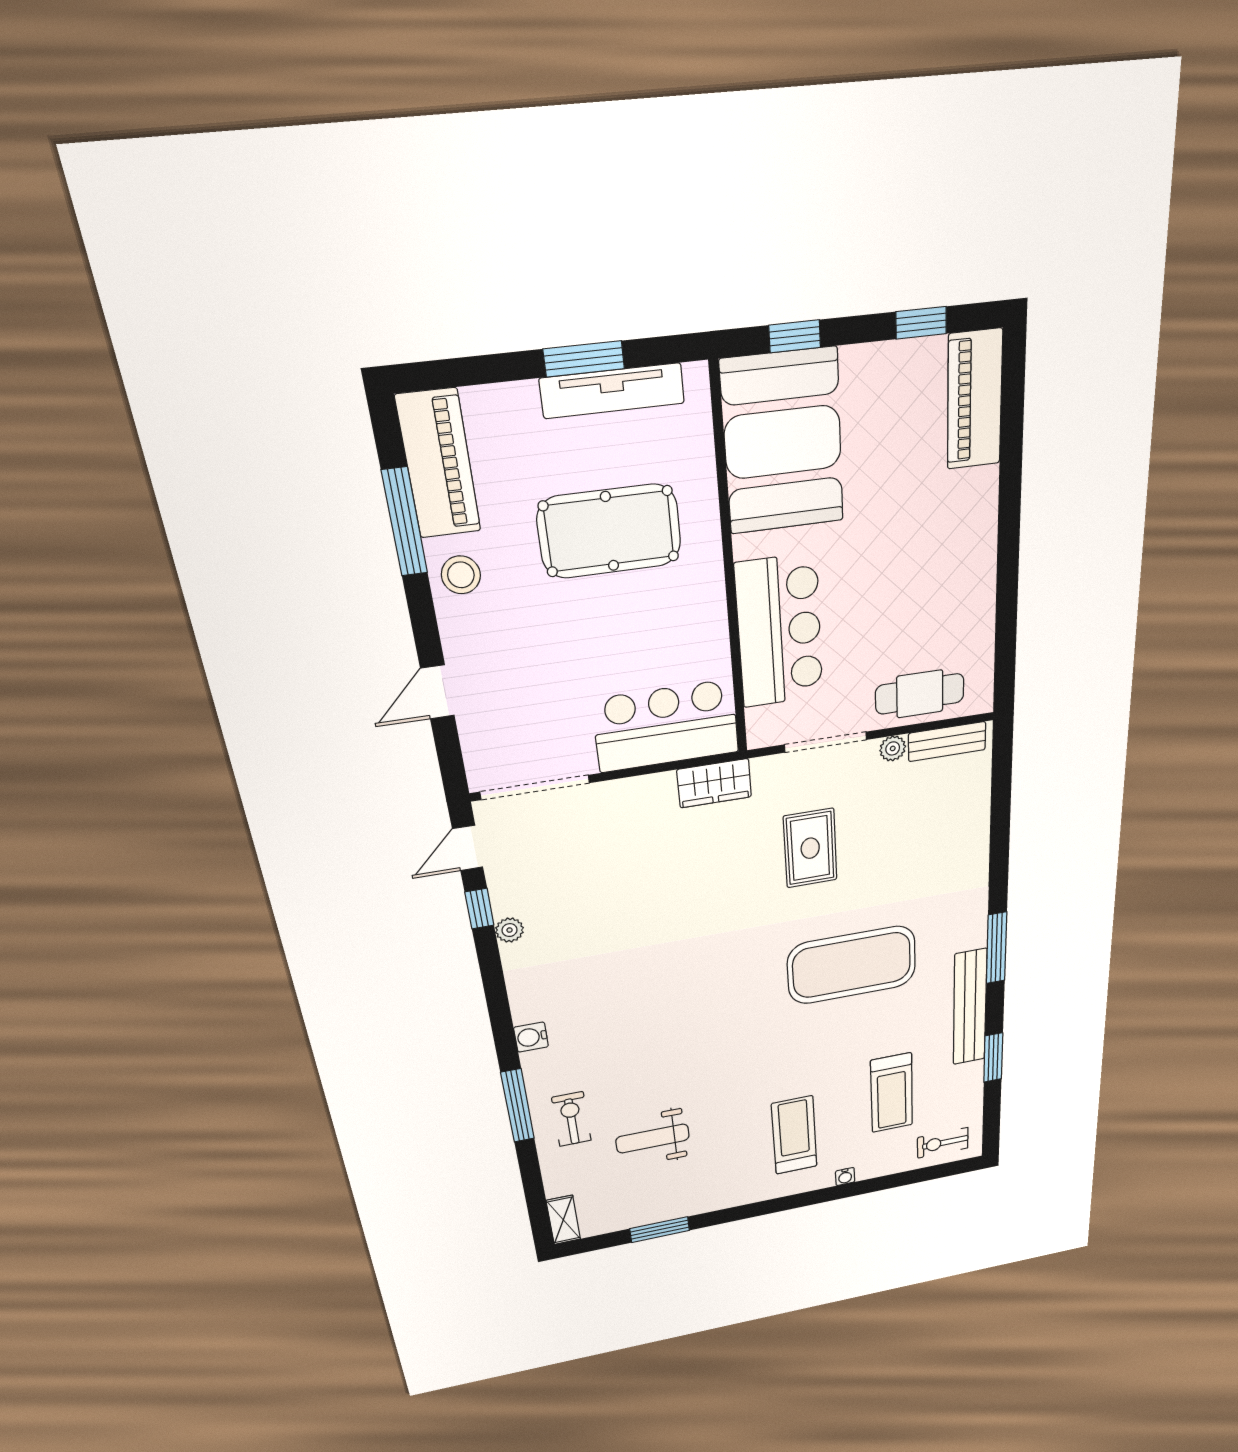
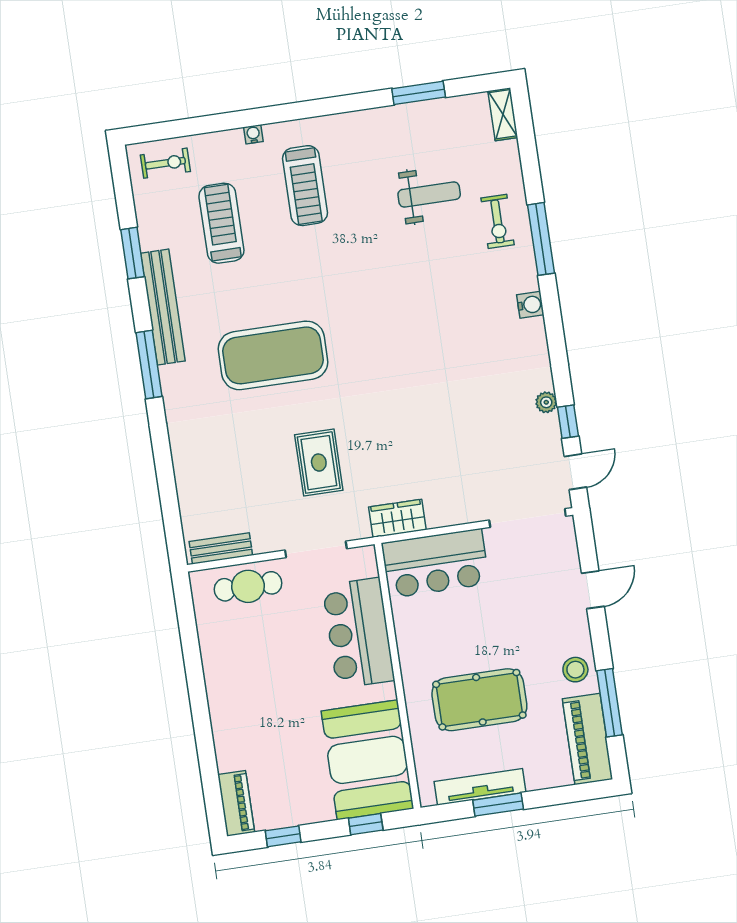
piano: (975, 400) -> (236, 803), width x0.73, depth x0.75
plant: (893, 748) -> (263, 544), removed

